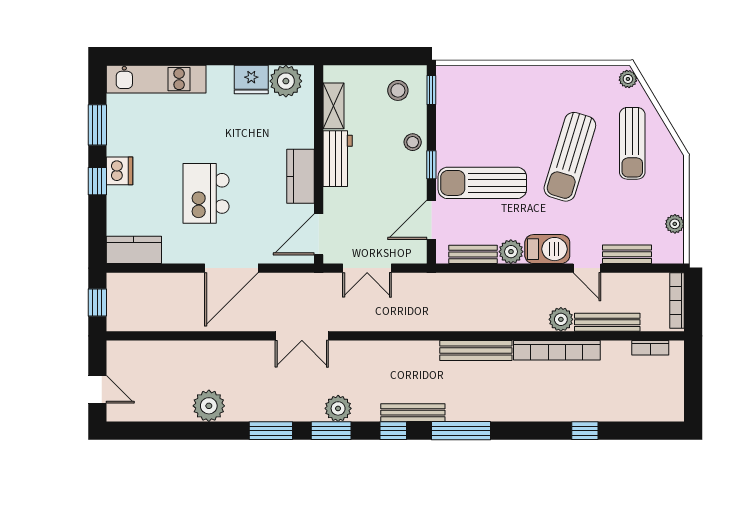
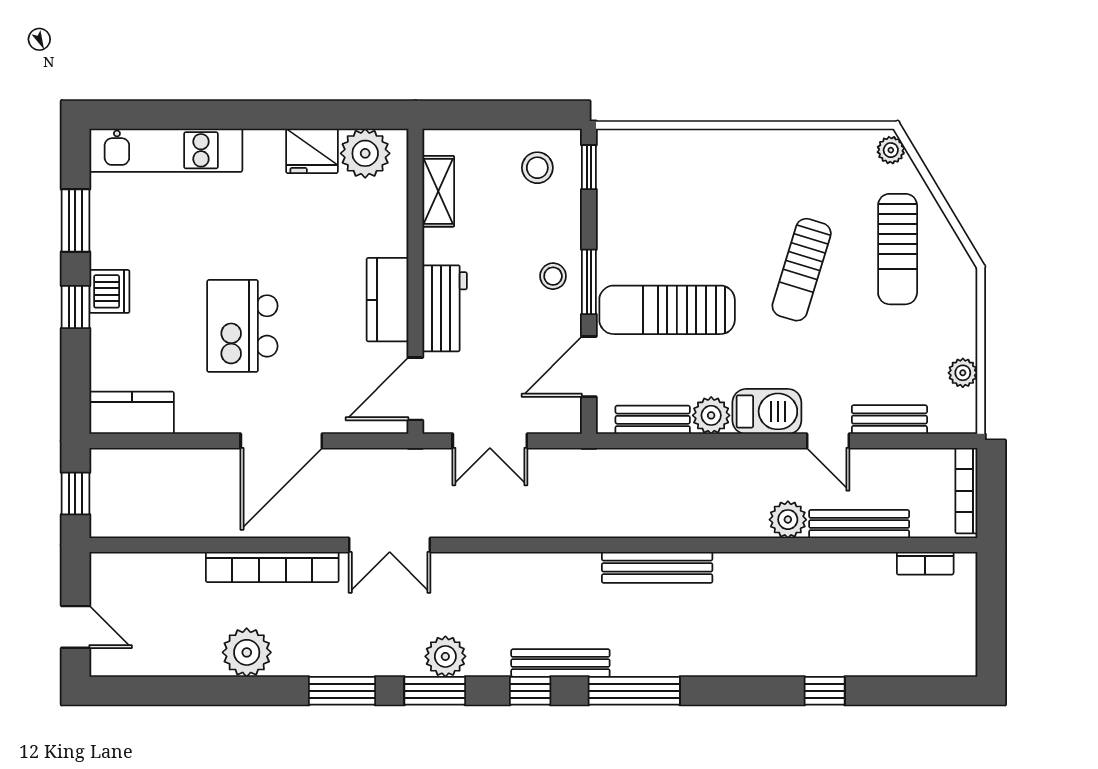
stool: (413, 142) -> (553, 276), moved
sun lounger: (570, 157) -> (802, 270), width x0.73, depth x0.75
workbench: (338, 159) -> (445, 308), moved
window: (431, 165) -> (589, 282), width x1.50
bookcase: (557, 350) -> (272, 567), moved

